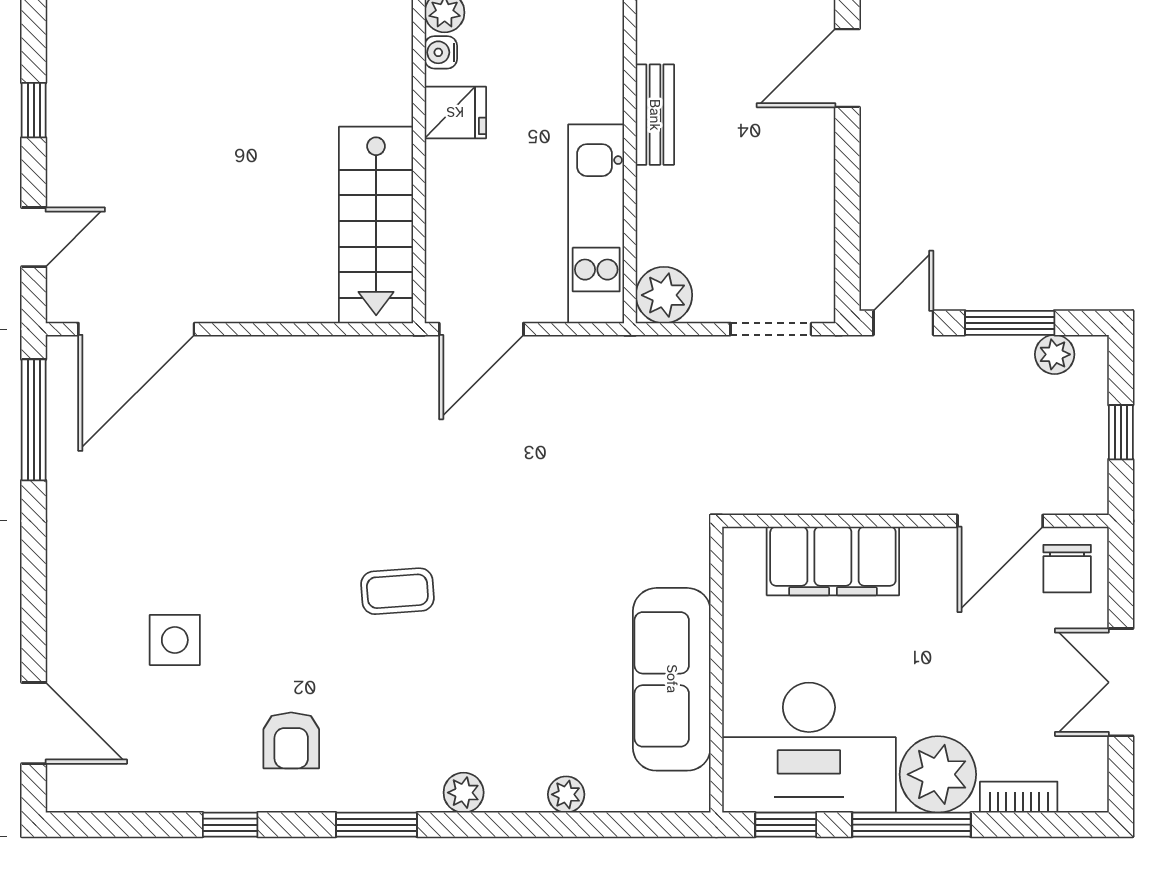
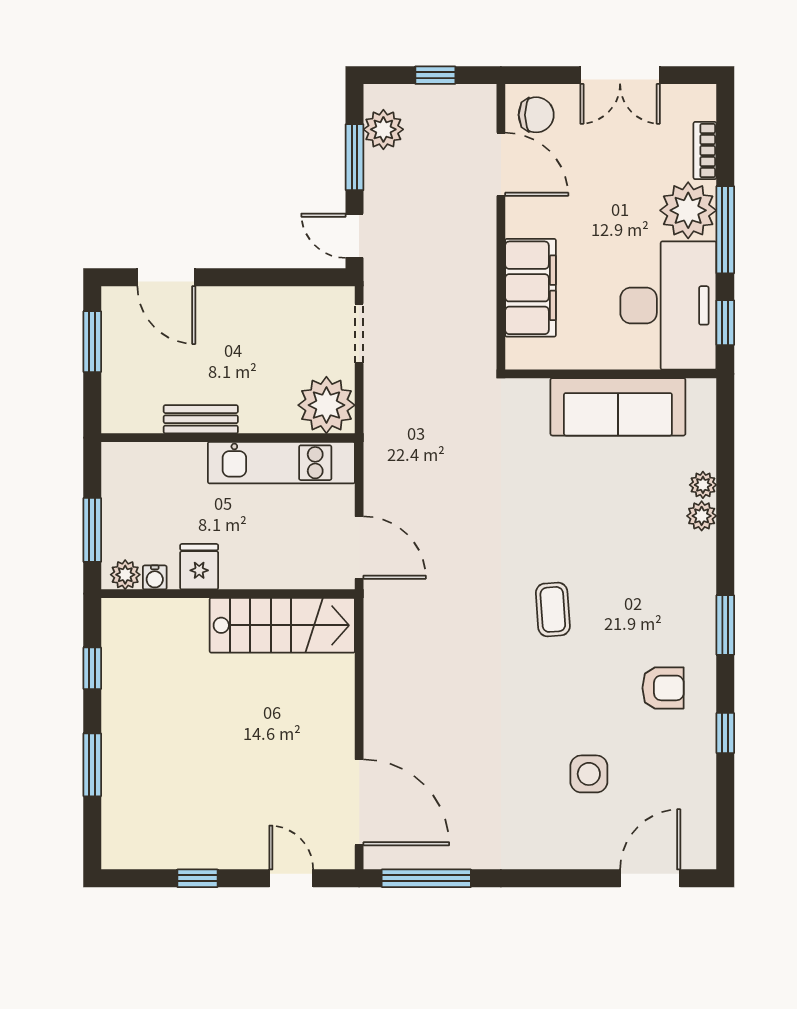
plant: (664, 295) -> (326, 405), width x1.36, depth x1.36
plant: (1055, 354) -> (383, 129), width x1.38, depth x1.38
plant: (464, 793) -> (702, 516), moved

